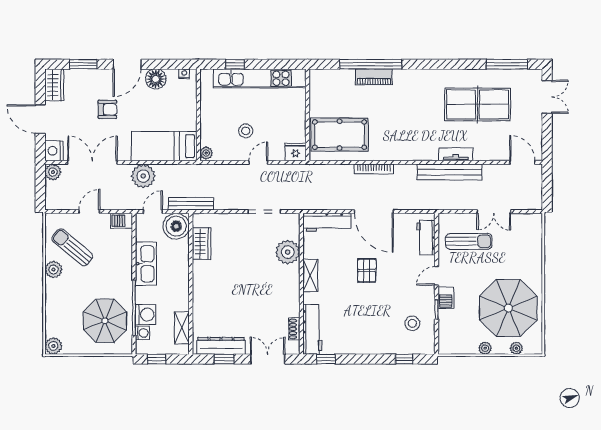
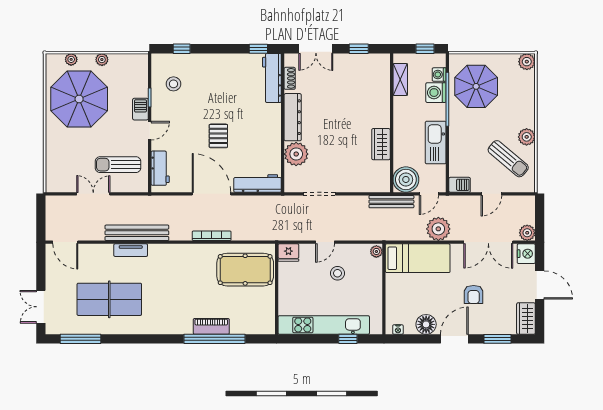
armchair: (107, 109) -> (474, 294), turned -90
wardrobe: (202, 244) -> (381, 144), moved
shelving: (310, 275) -> (274, 131), removed
dresser: (221, 346) -> (293, 117), moved, turned -90

